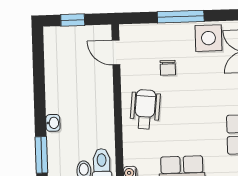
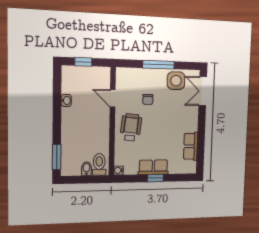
door: (116, 53) -> (113, 98), moved
washbasin: (53, 123) -> (66, 100), moved

